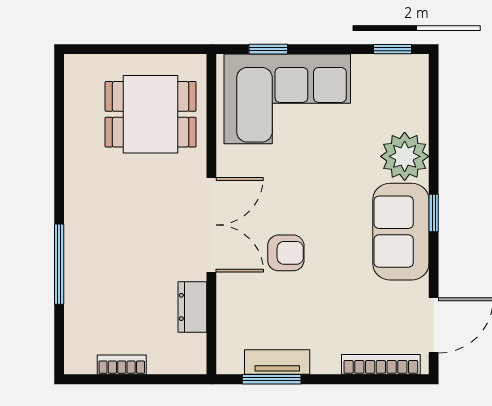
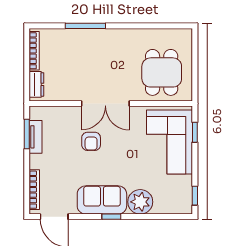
dresser: (192, 307) -> (36, 84), moved, turned 90
bookcase: (122, 365) -> (34, 51), width x1.56

